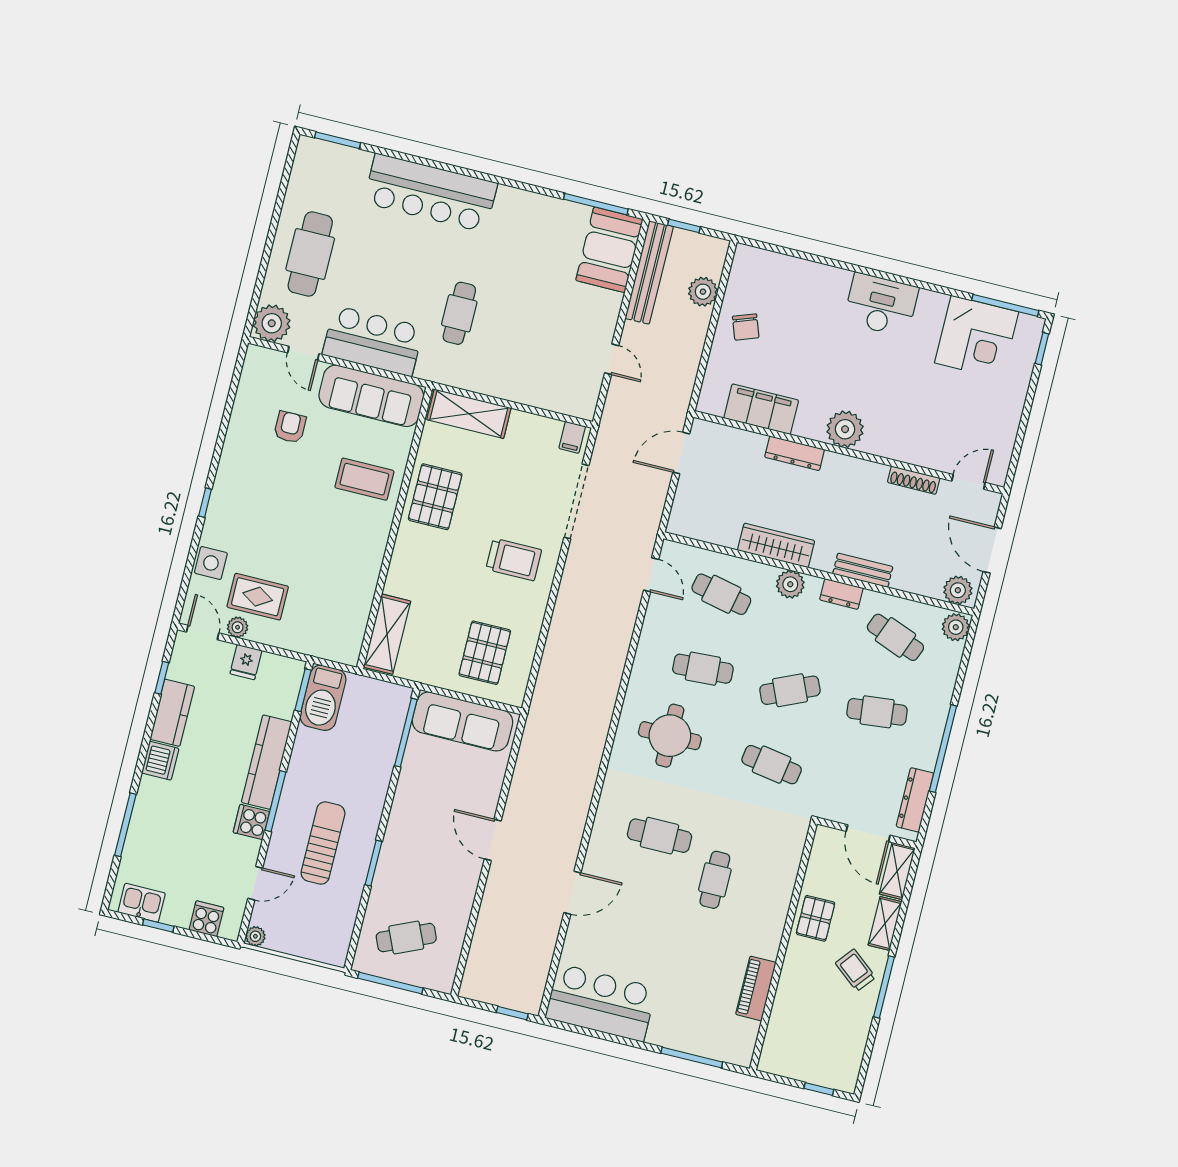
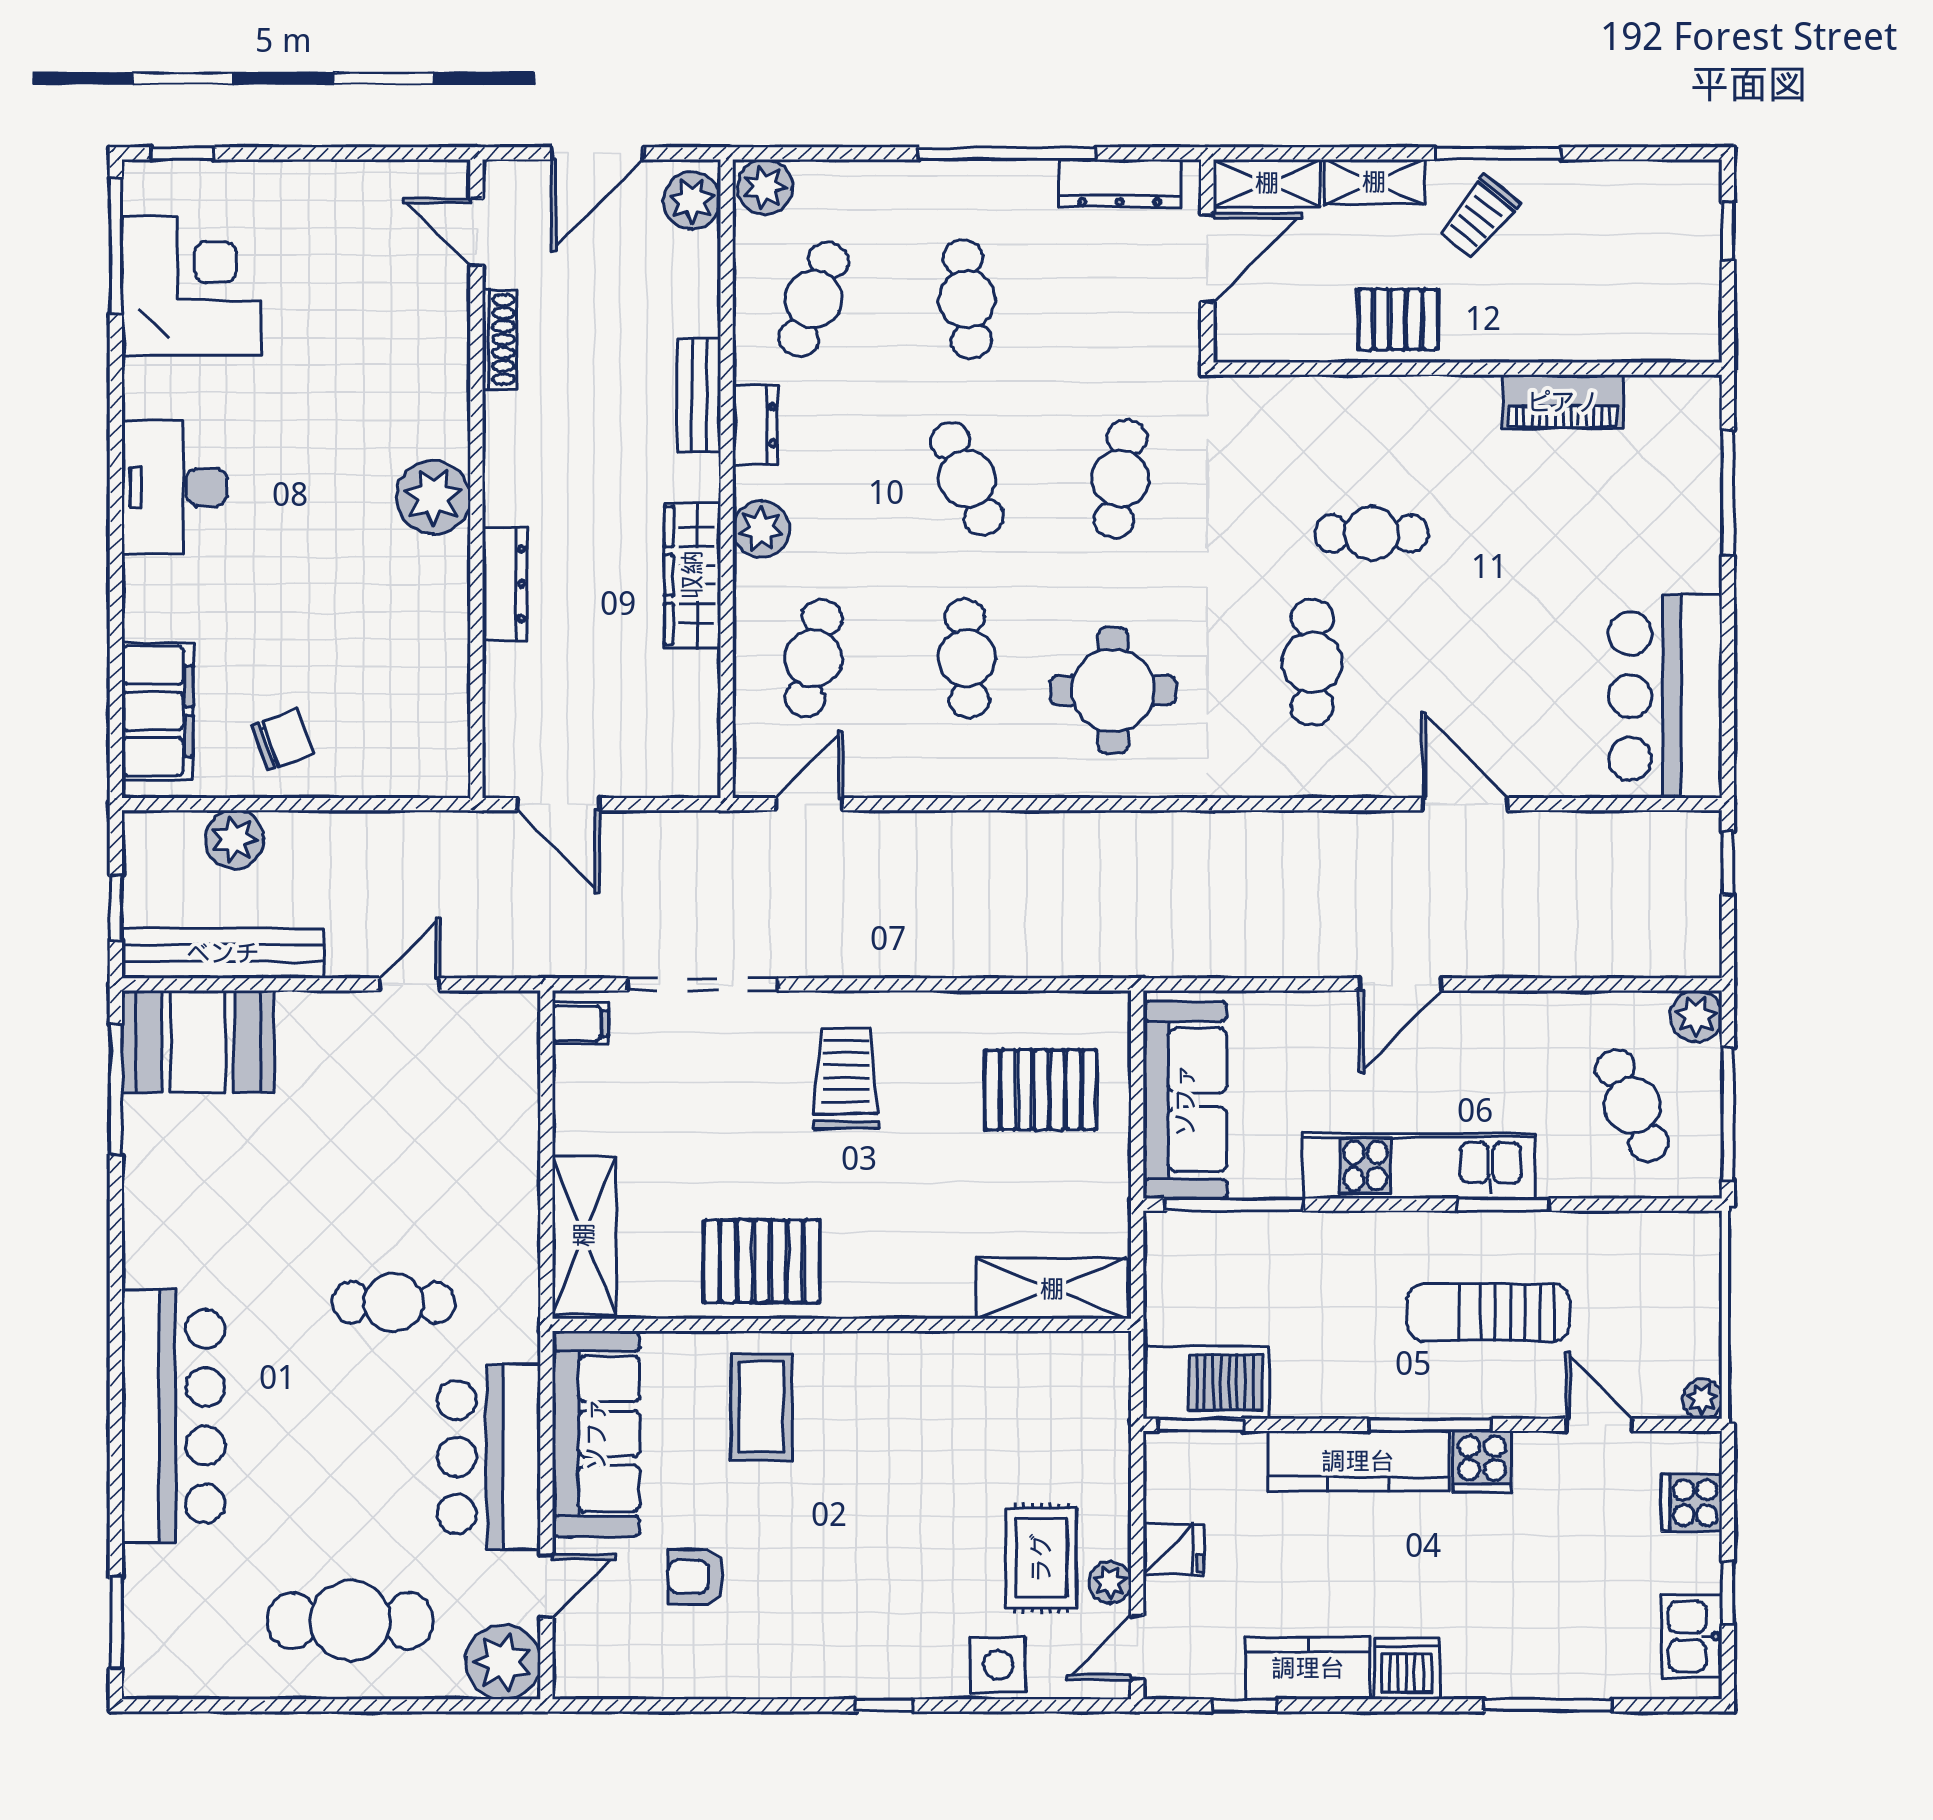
filing cabinet: (761, 409) -> (158, 711), moved, turned 180
kitchen unit: (402, 827) -> (1419, 1166), added
plant: (442, 979) -> (1696, 1016), added

